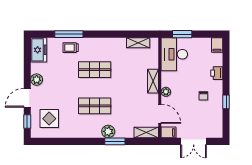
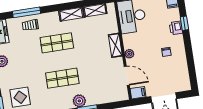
window: (226, 102) -> (184, 23), moved
shelving: (146, 132) -> (71, 14), moved

